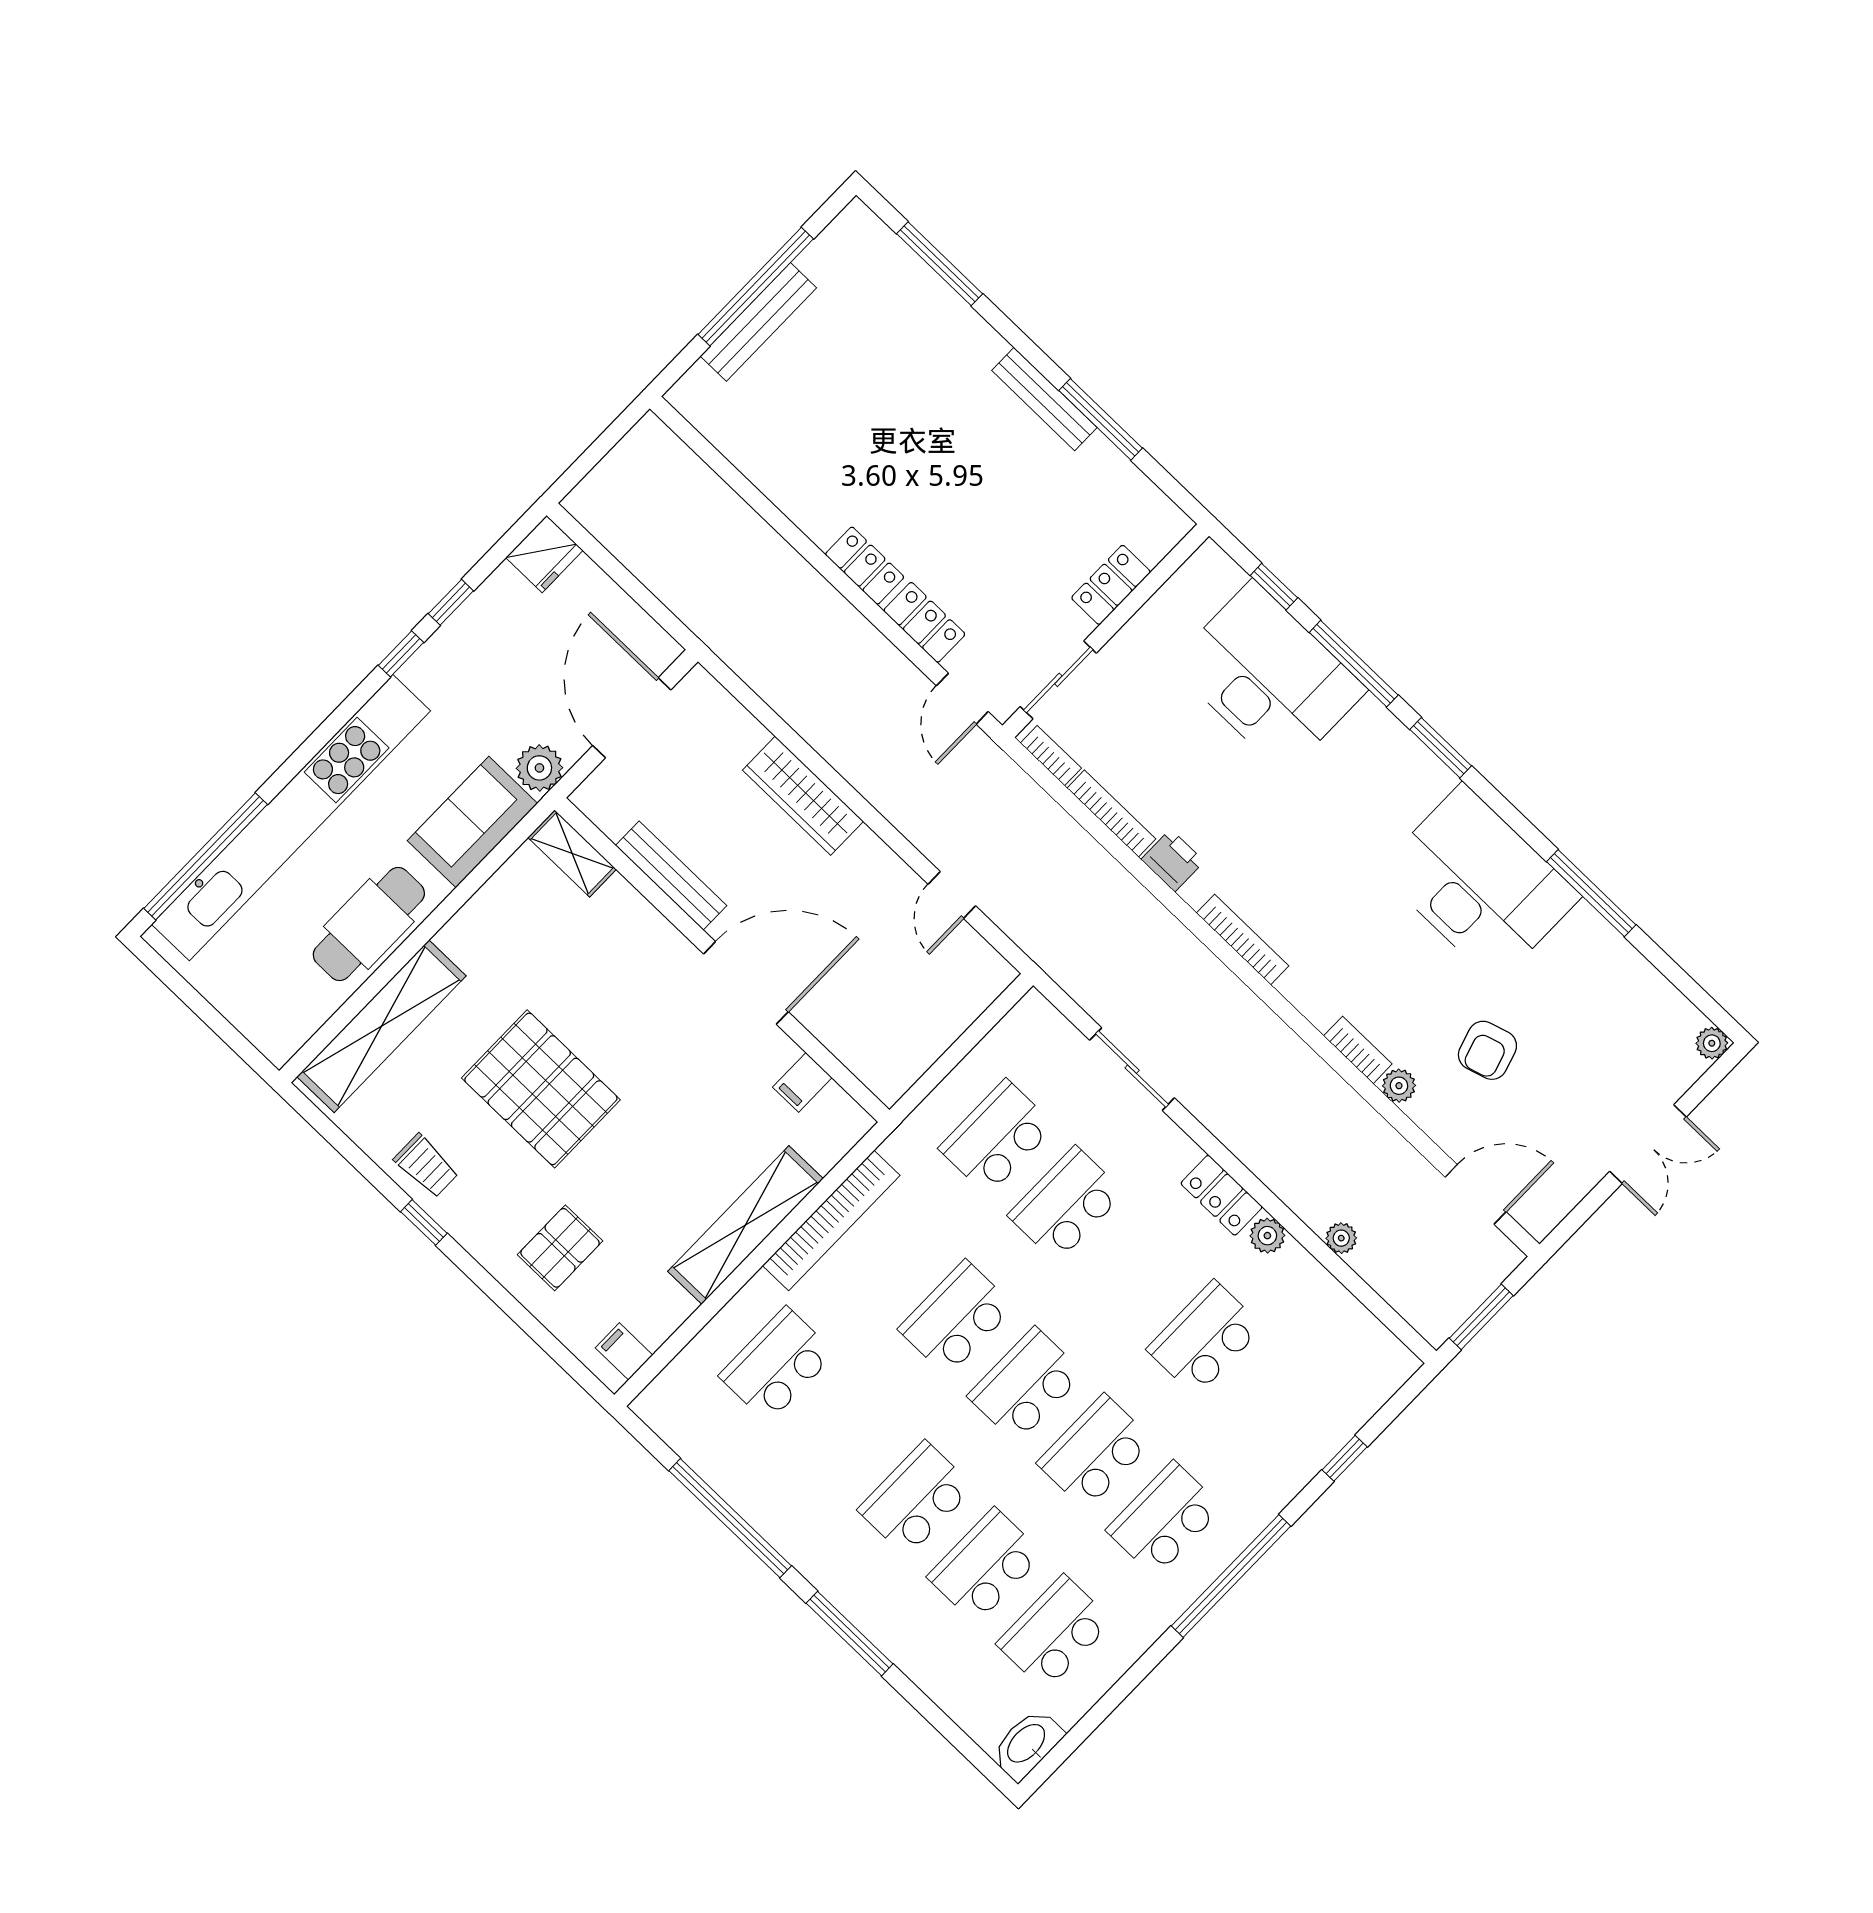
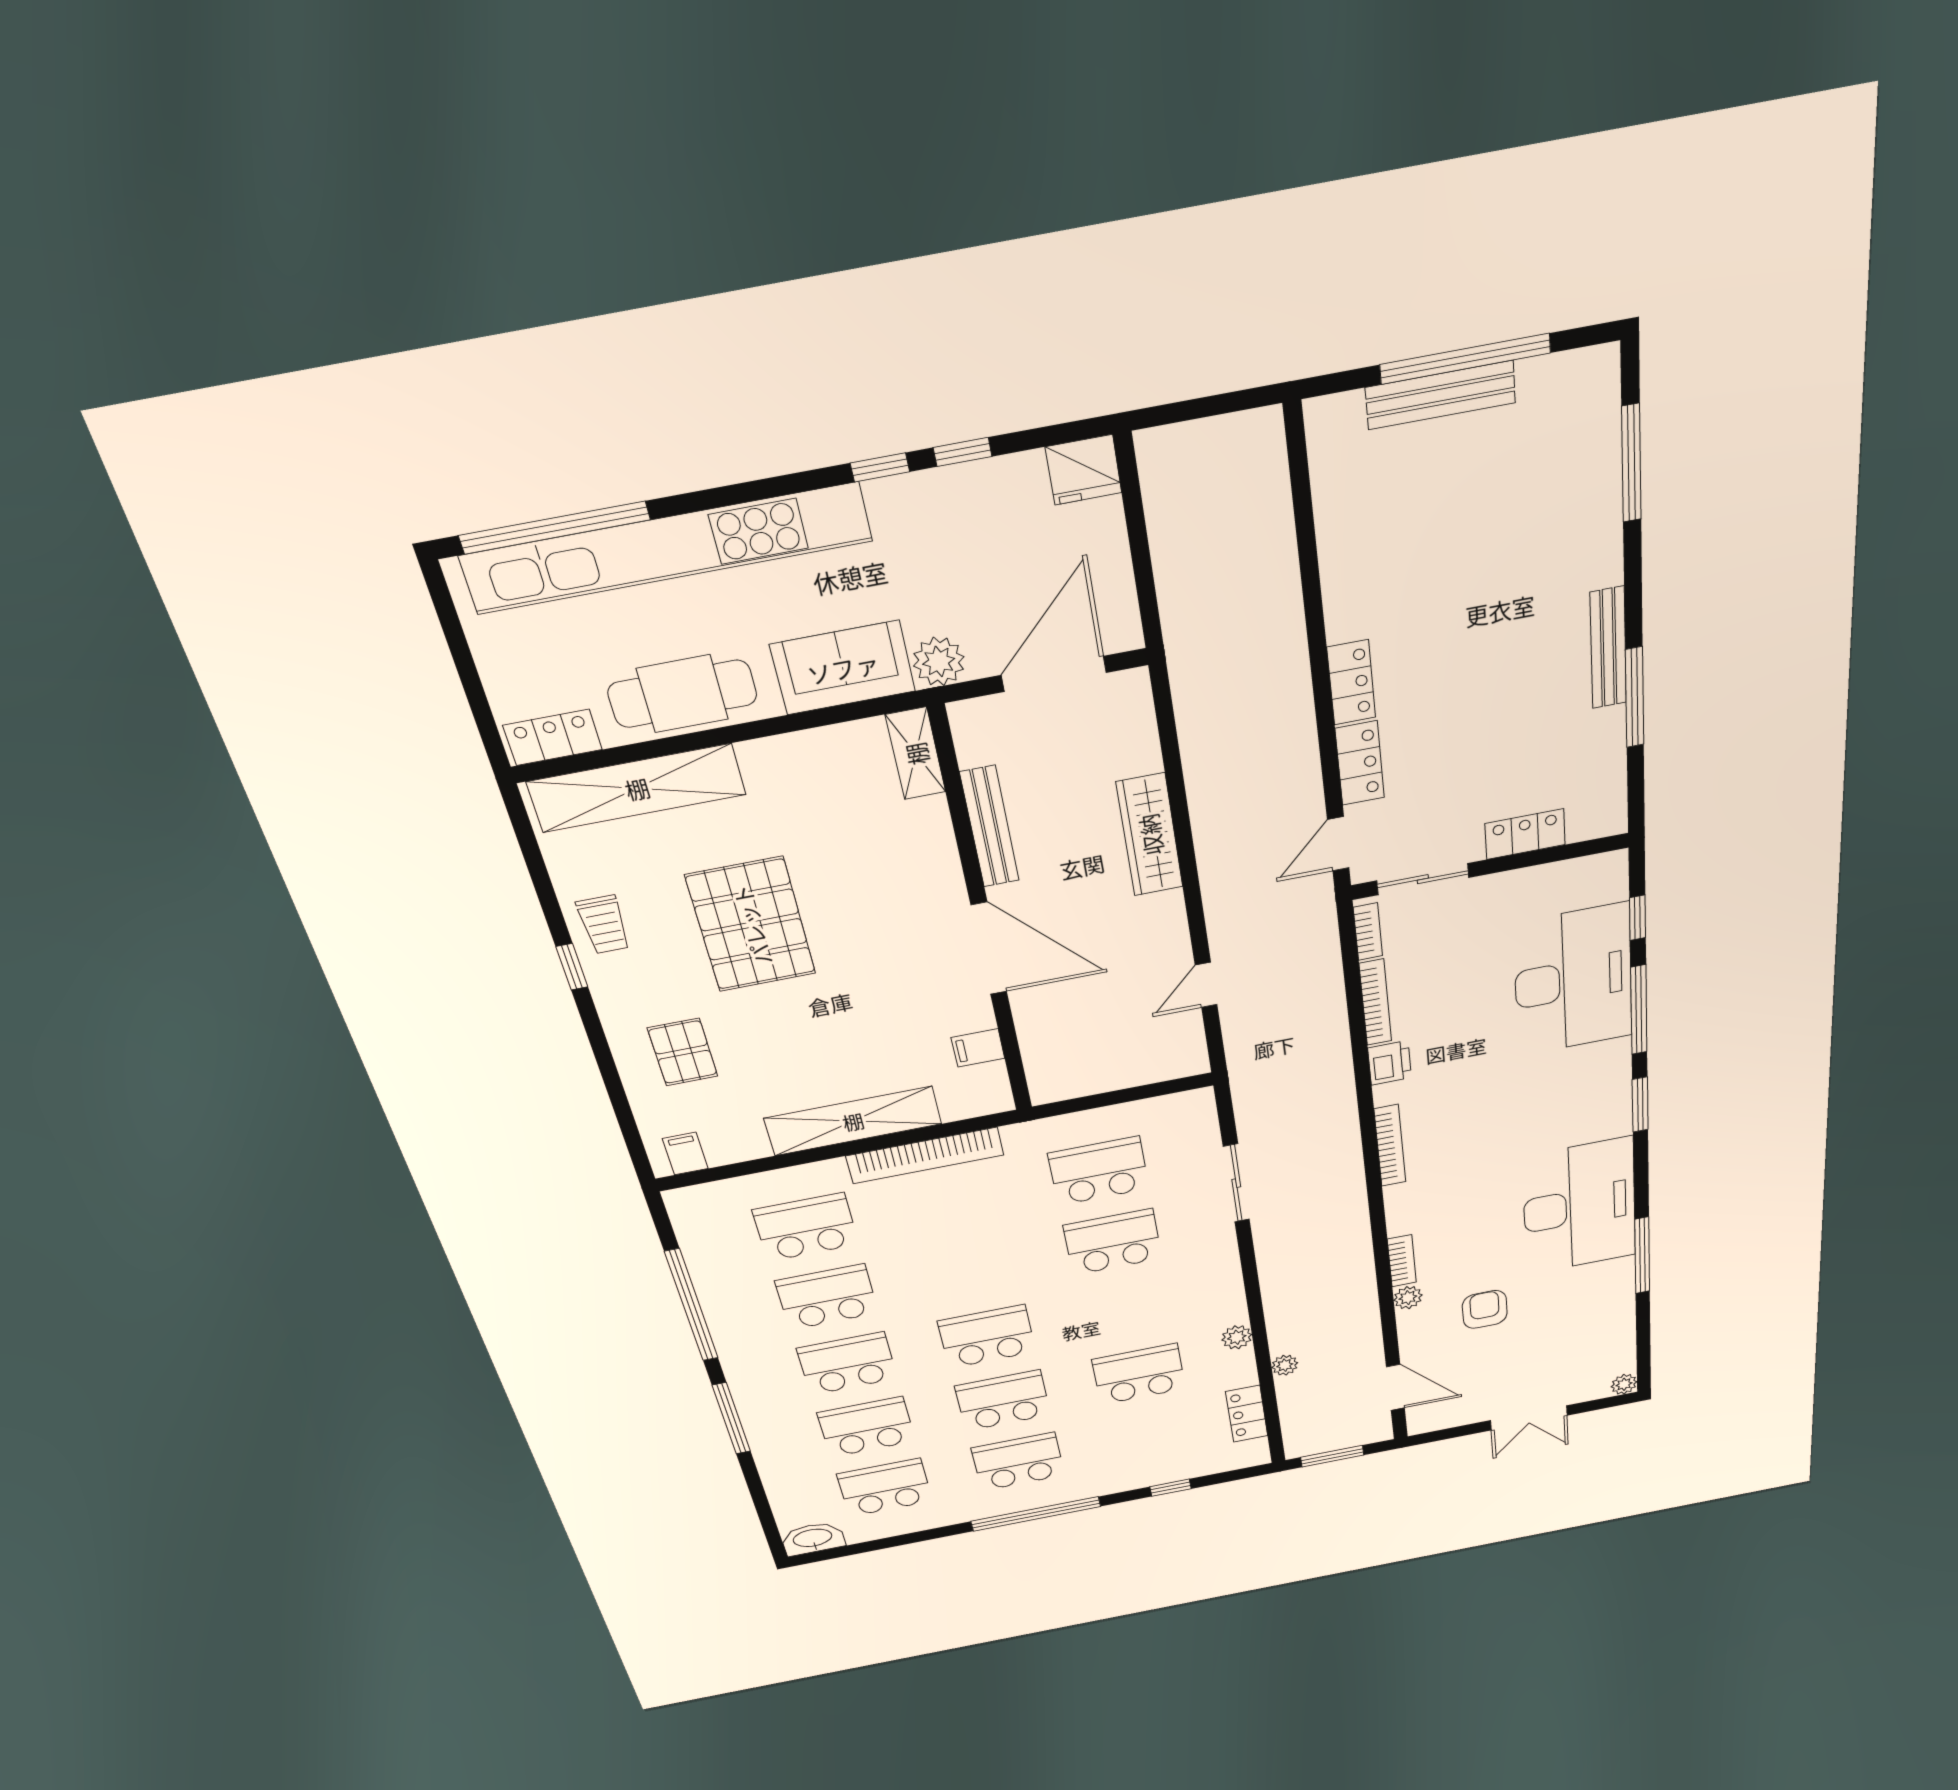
locker: (296, 1025) -> (553, 737), added
armchair: (1487, 1050) -> (1485, 1309), turned 107
locker: (1222, 1195) -> (1247, 1414), moved
pallet: (560, 1248) -> (683, 1052), turned 90
school desk: (956, 1318) -> (827, 1297), moved

